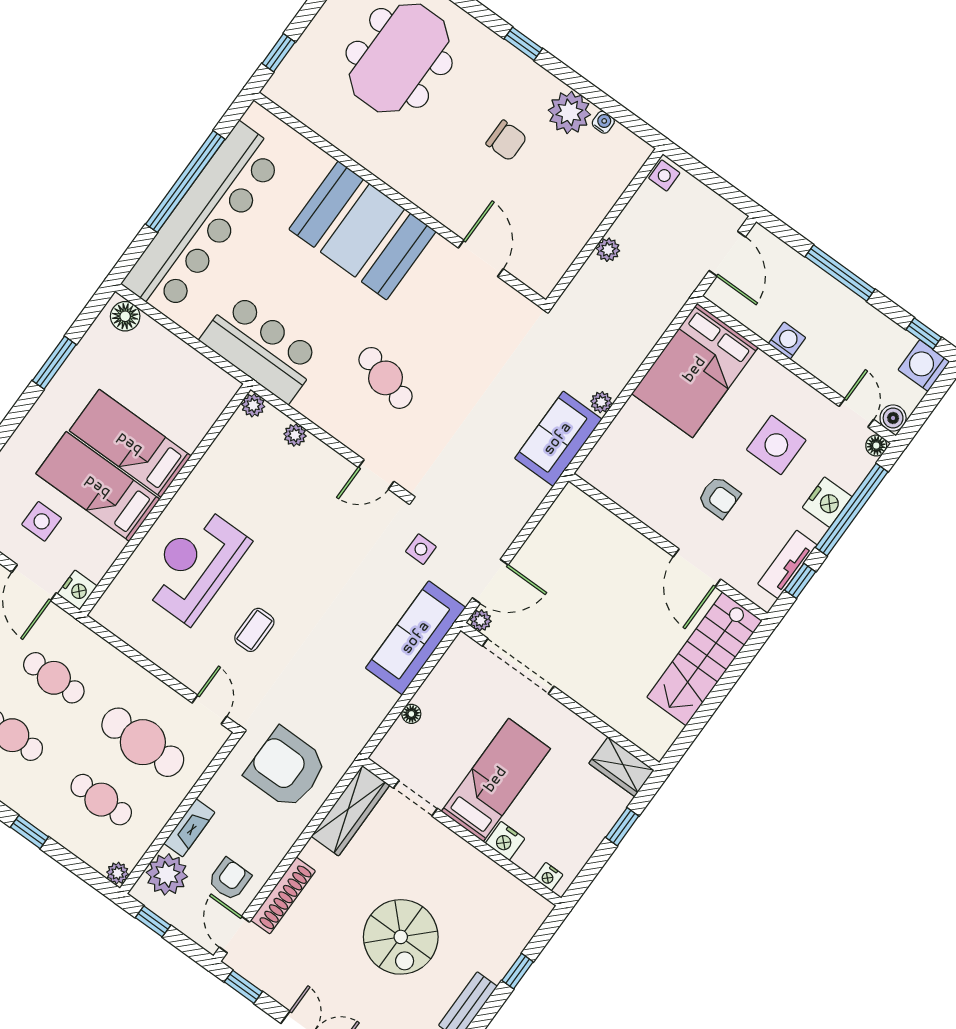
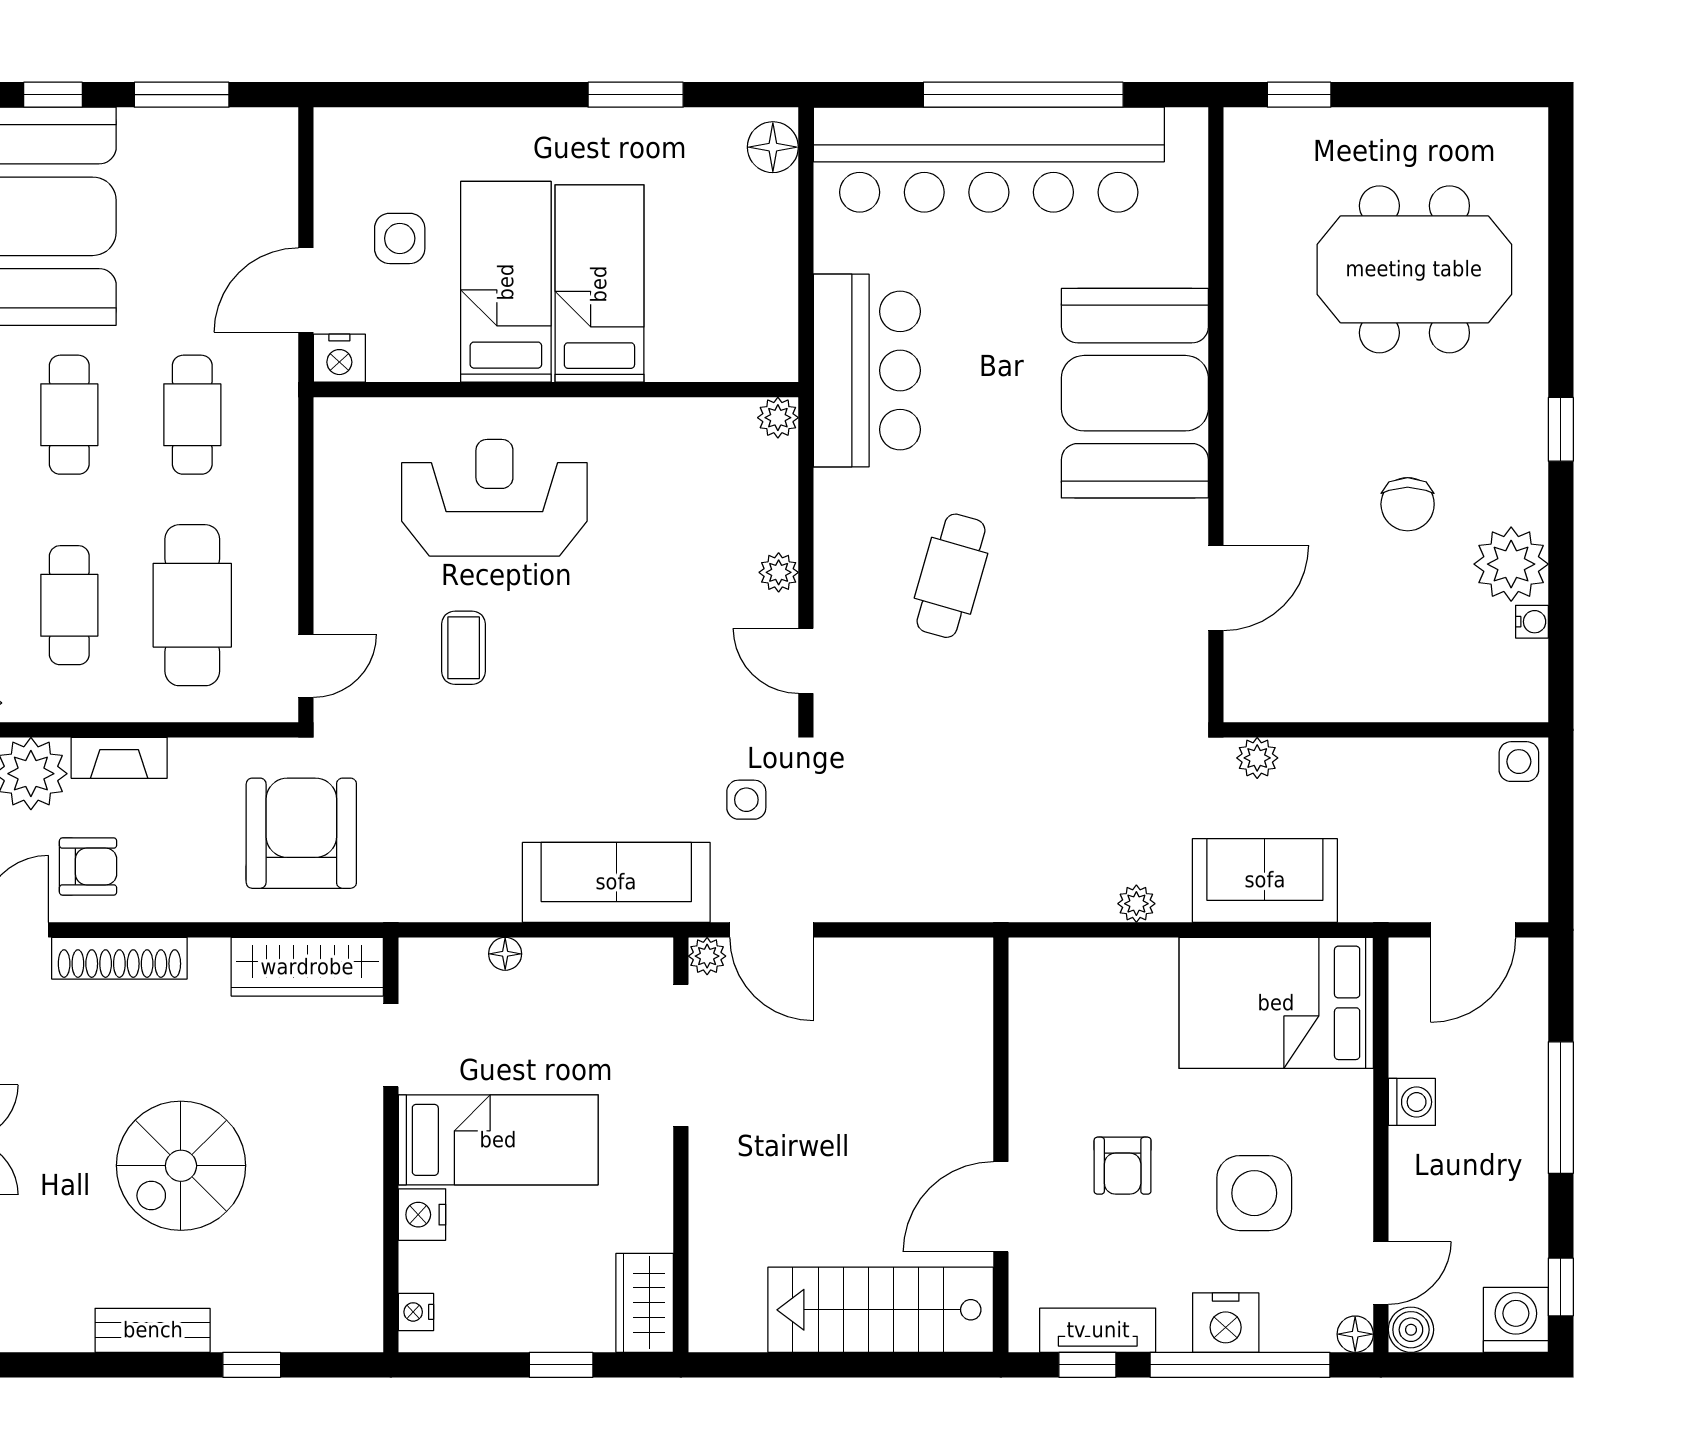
plant: (608, 250) -> (1257, 758), moved
plant: (295, 435) -> (779, 572), moved
sofa: (558, 439) -> (1265, 880), moved
coffee table: (254, 630) -> (464, 648), turned 90

